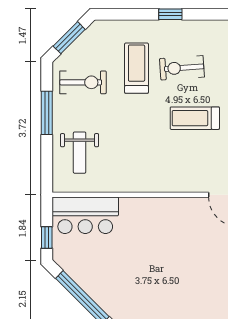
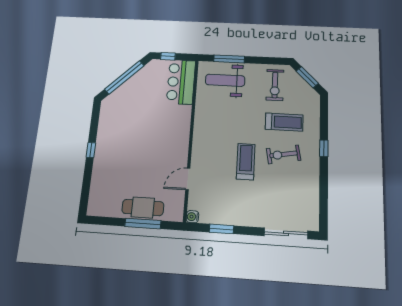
exercise bike: (182, 68) -> (283, 154), turned -96
window: (47, 113) -> (229, 59), moved
weight bench: (80, 153) -> (225, 80), width x1.36, depth x1.33

